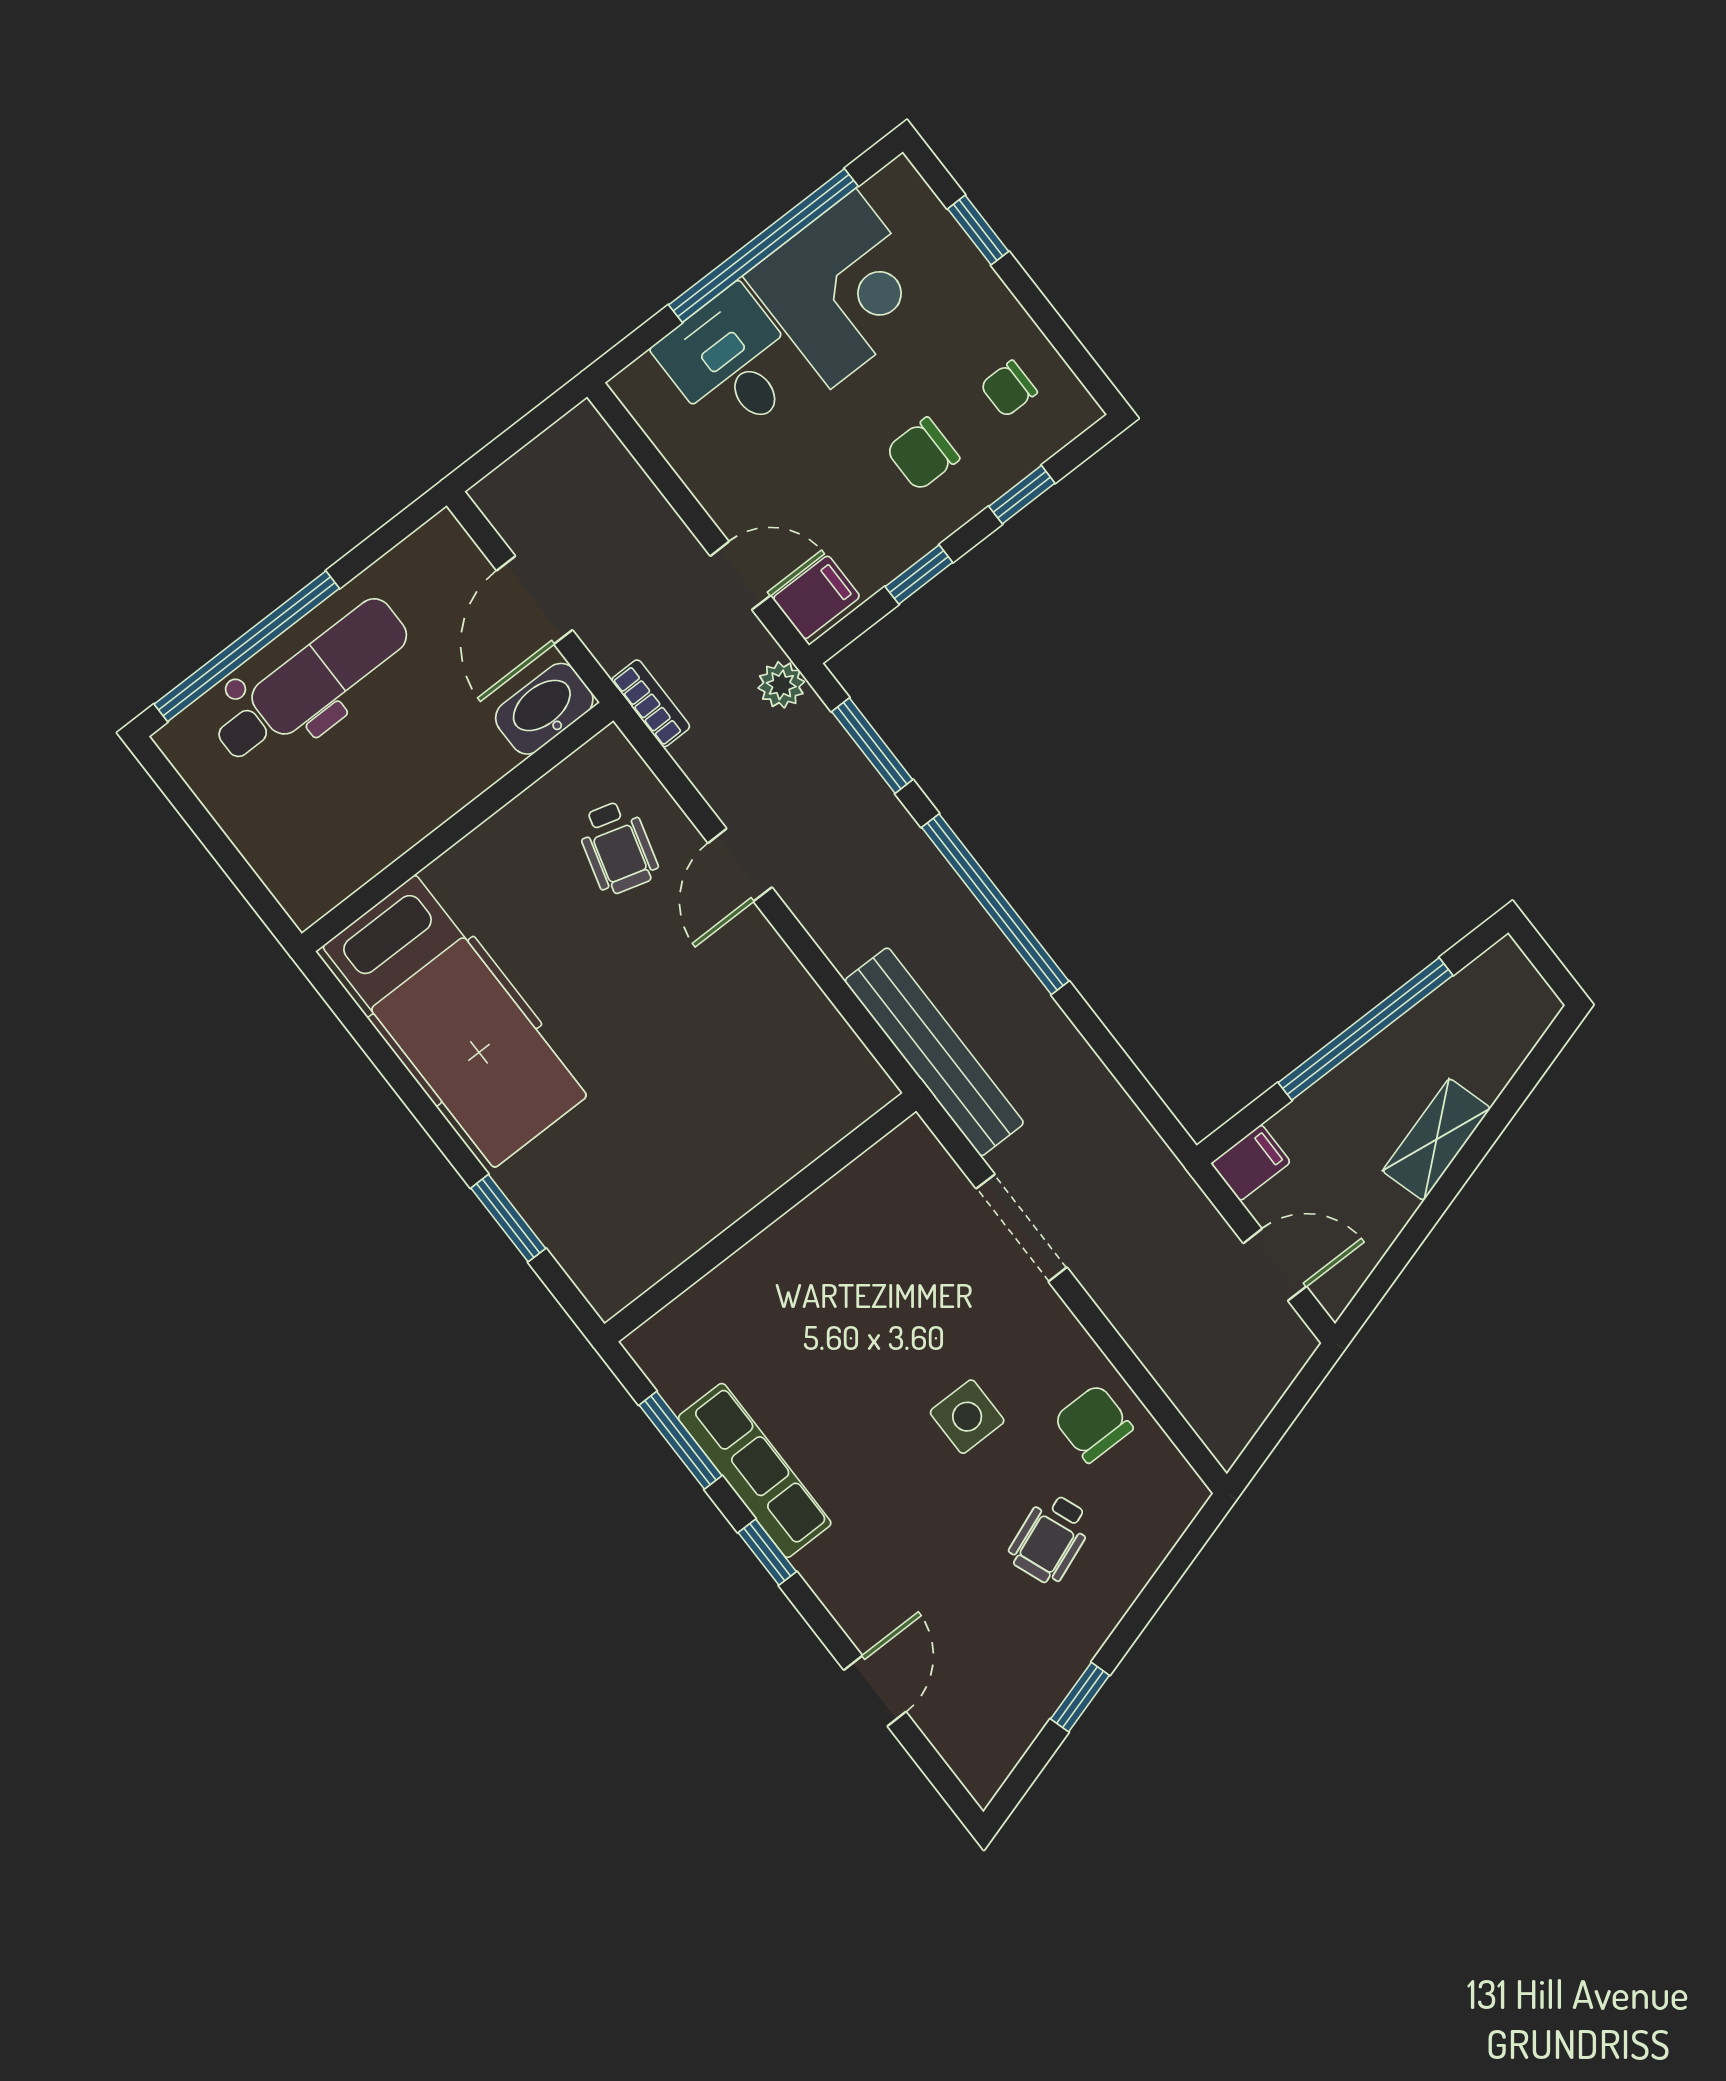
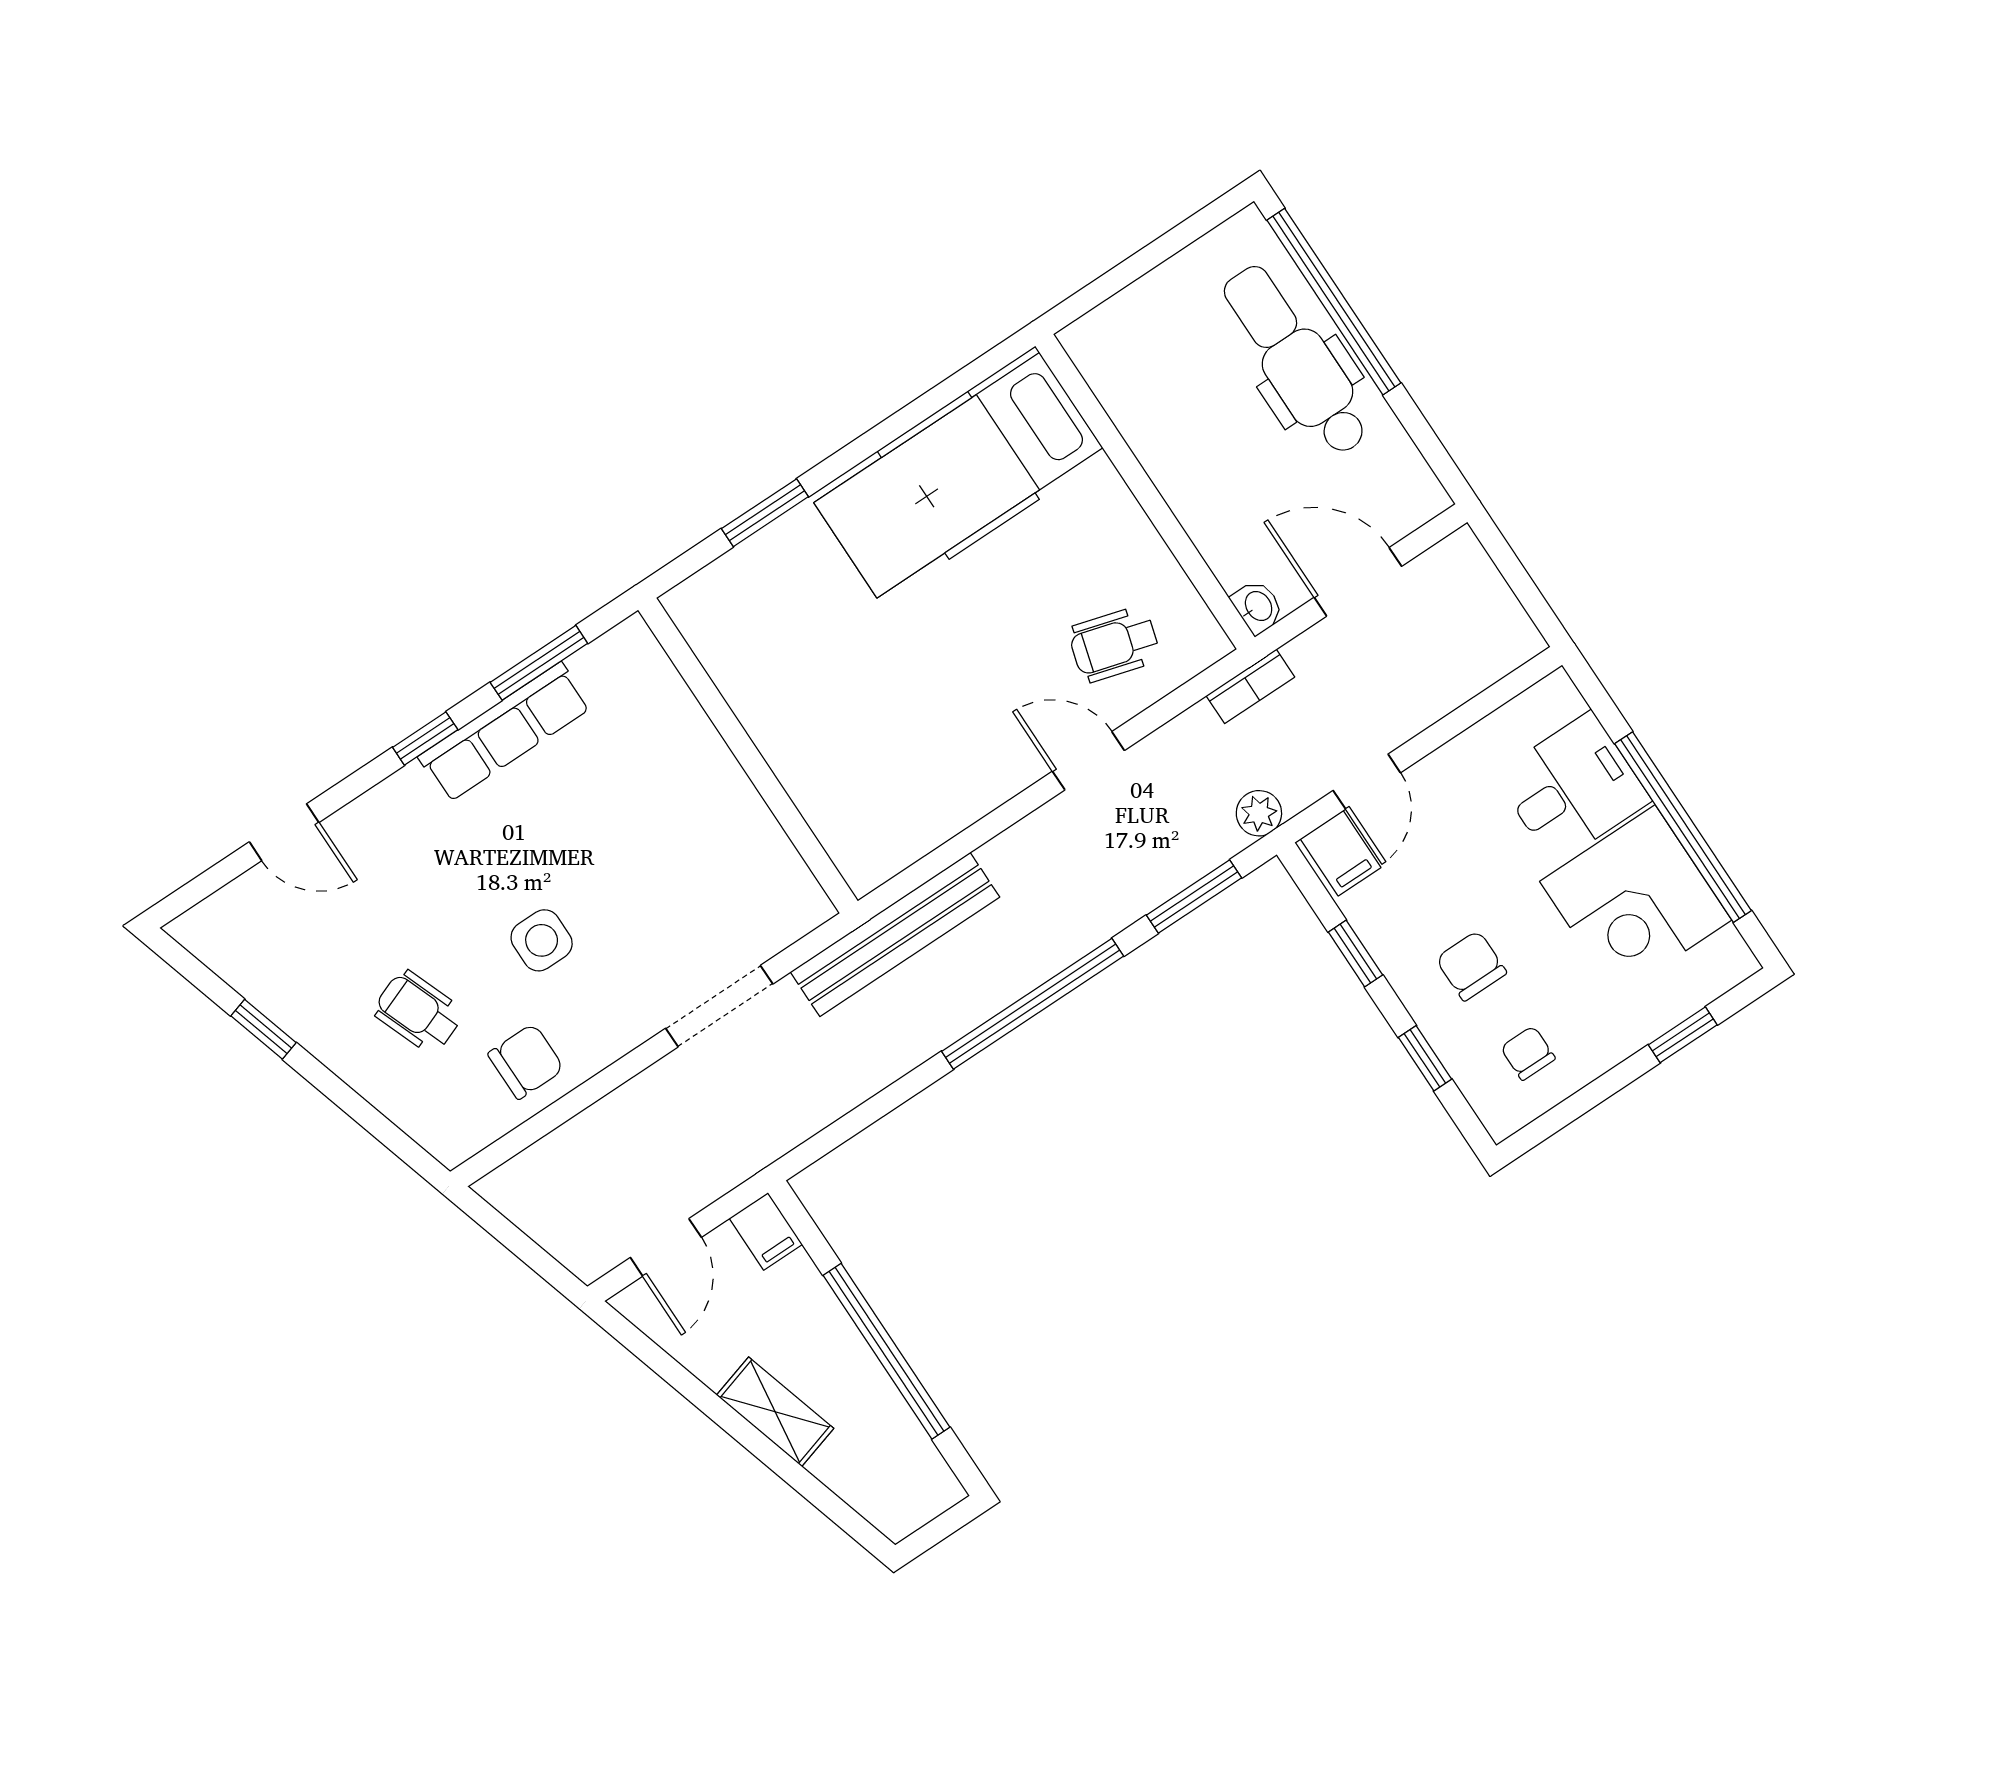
dental chair: (311, 681) -> (1296, 361), turned 180
washbasin: (544, 709) -> (1258, 607), width x0.52, depth x0.69

